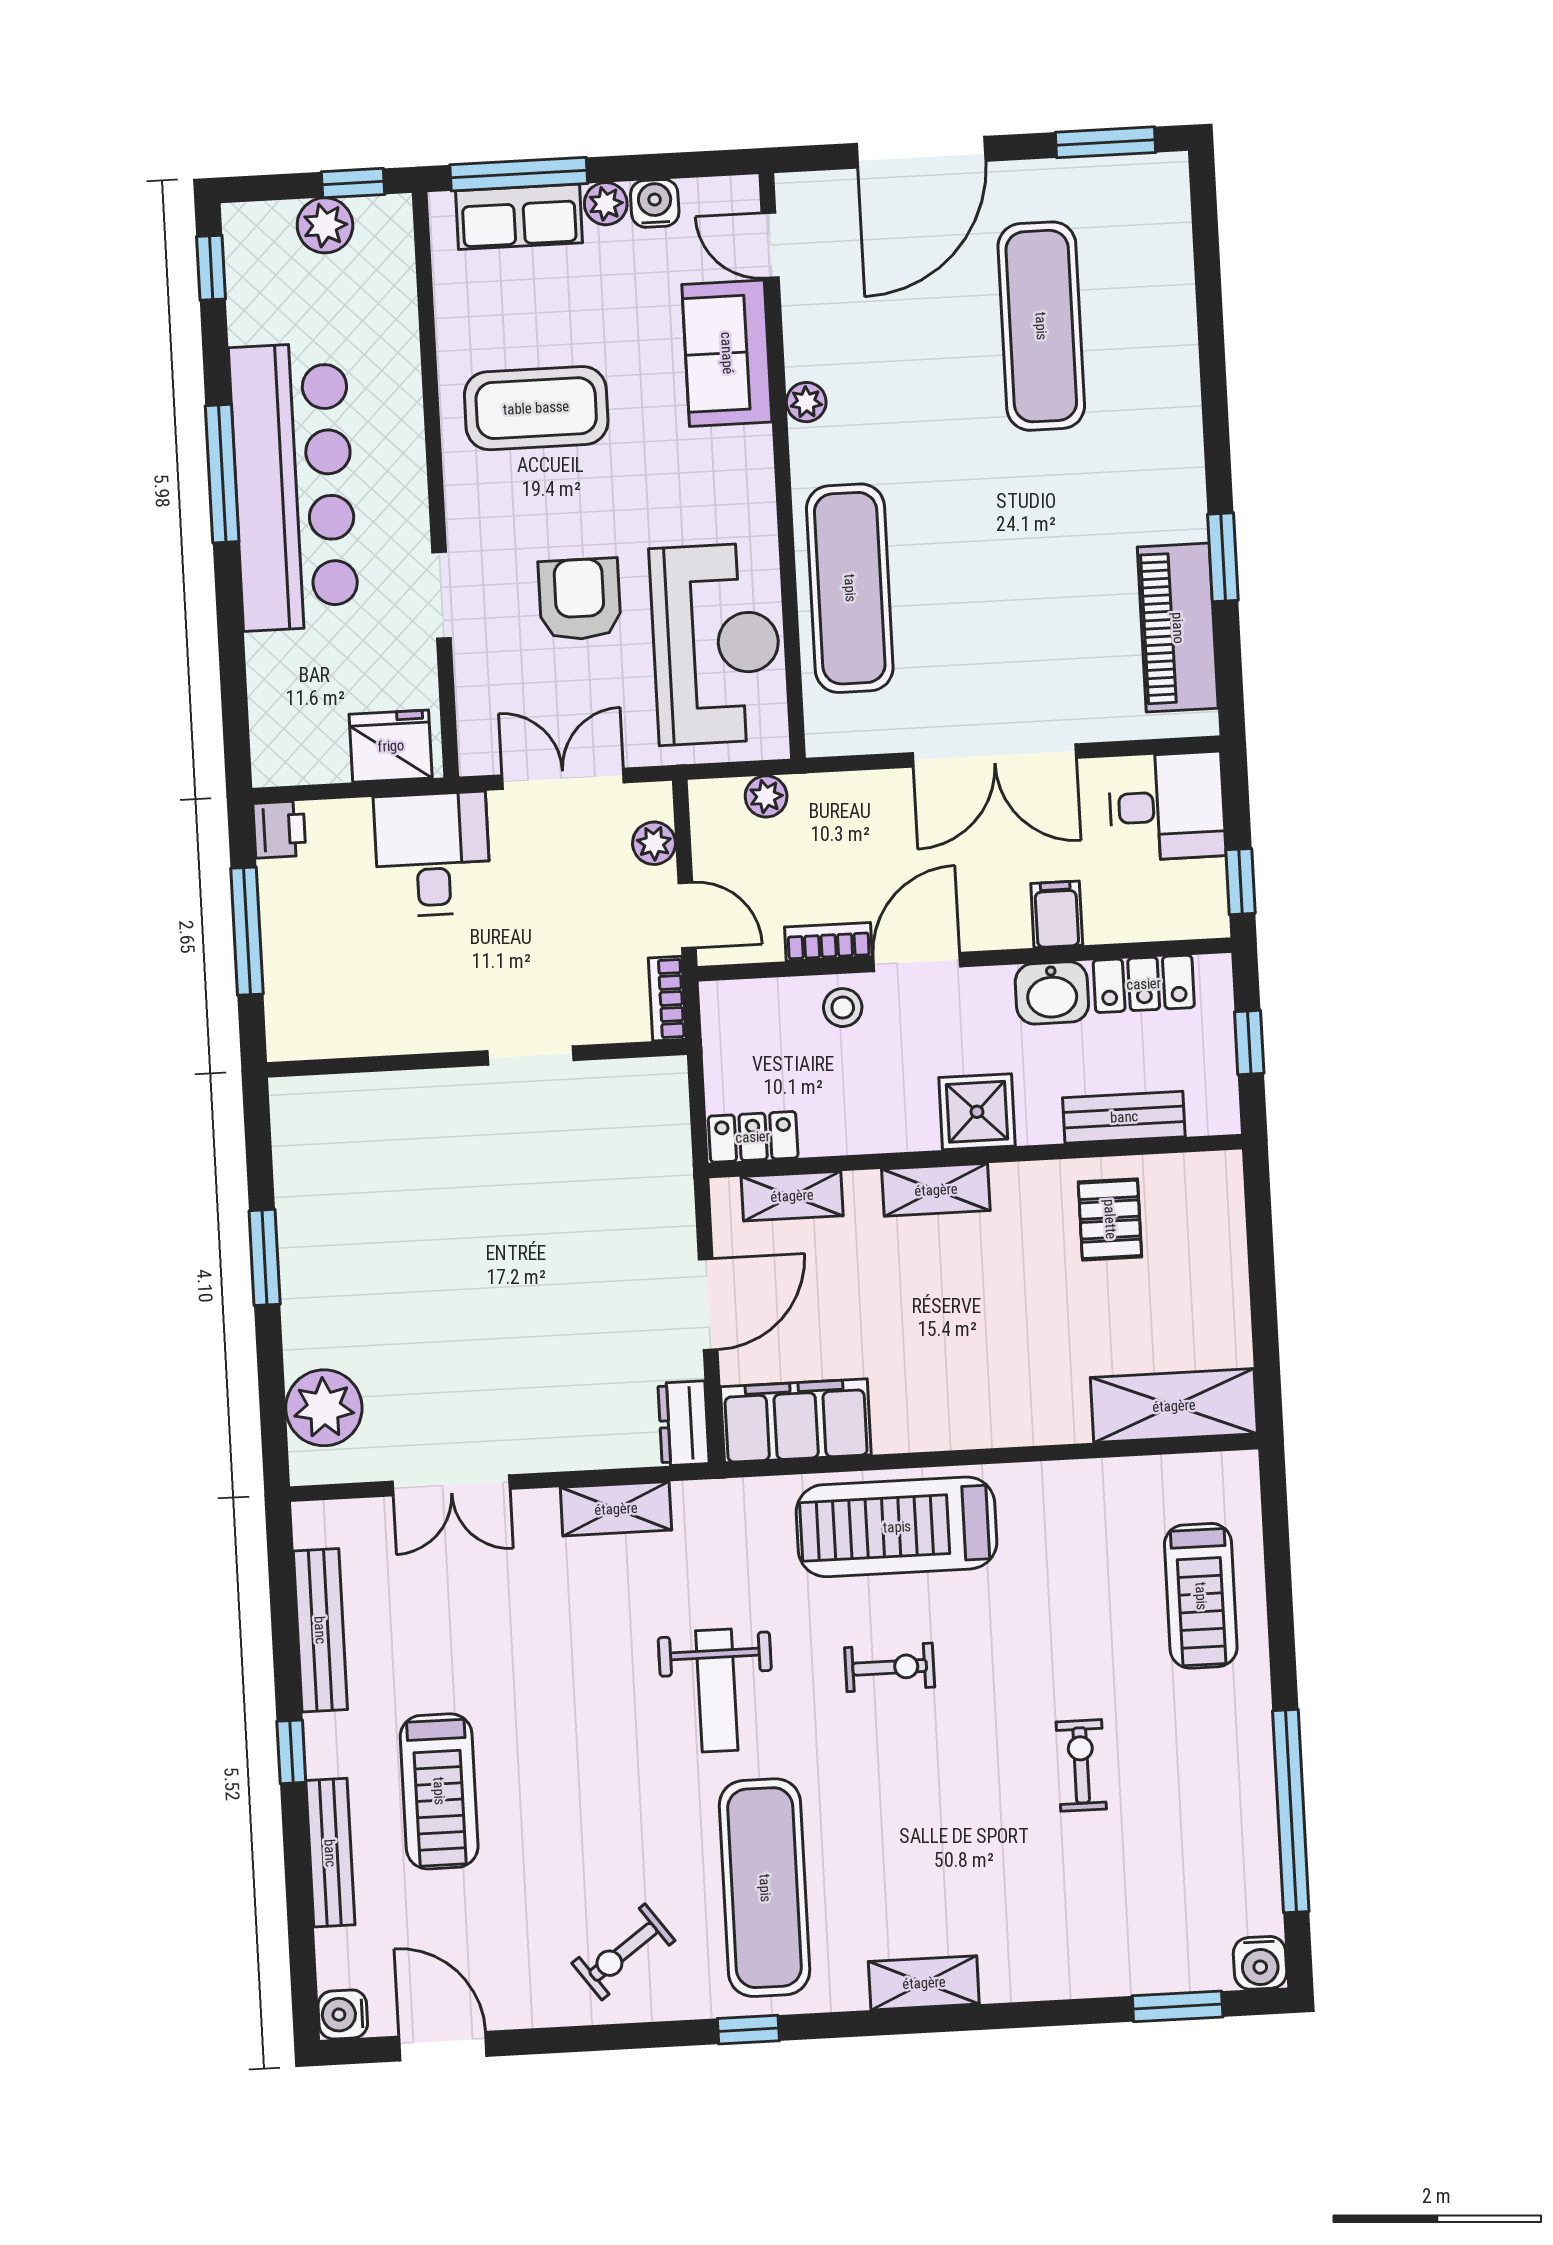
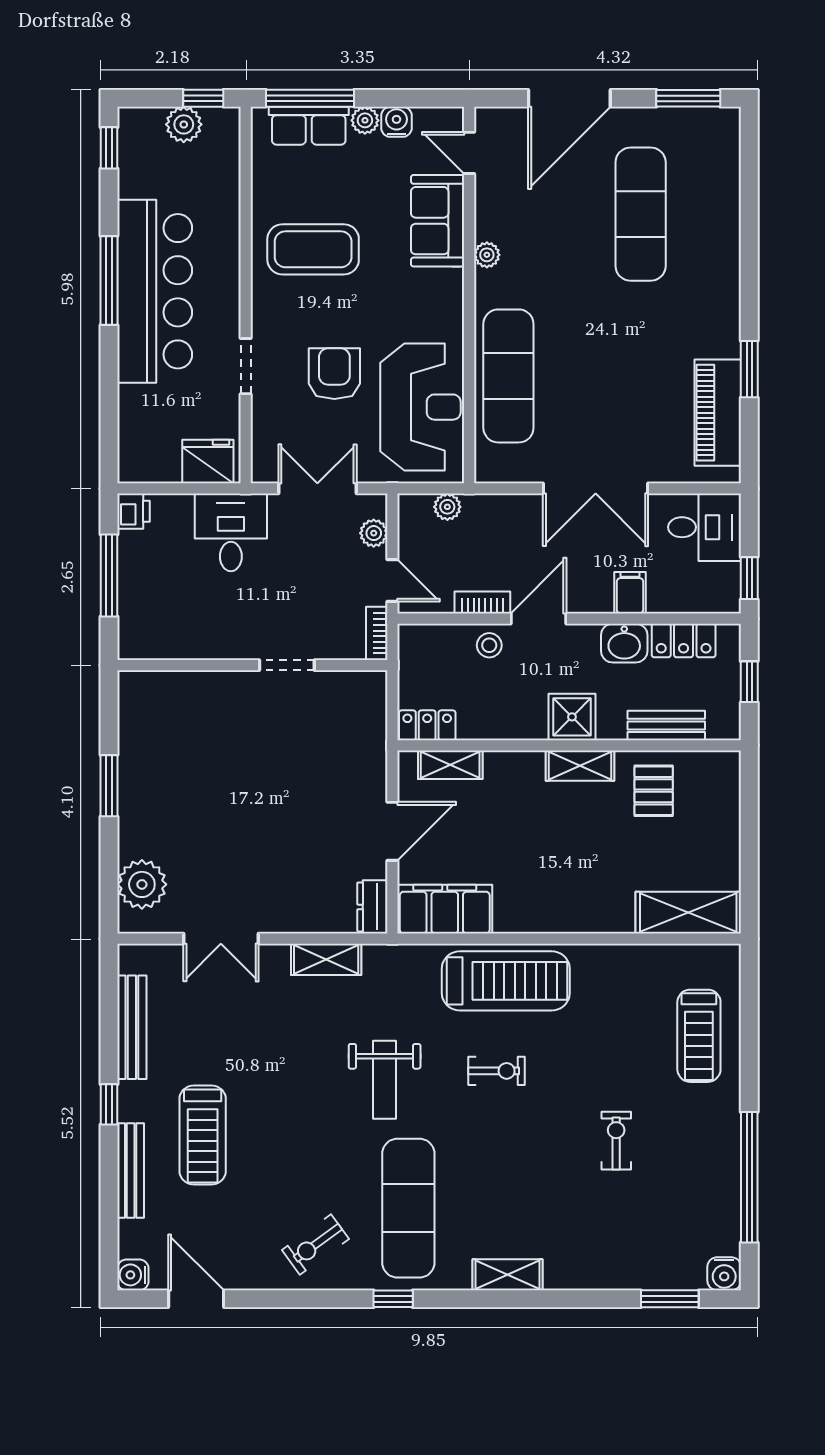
shelving: (936, 1190) -> (580, 766), moved
treadmill: (897, 1527) -> (506, 981), turned 180

